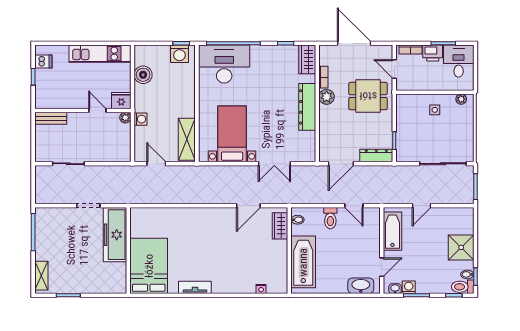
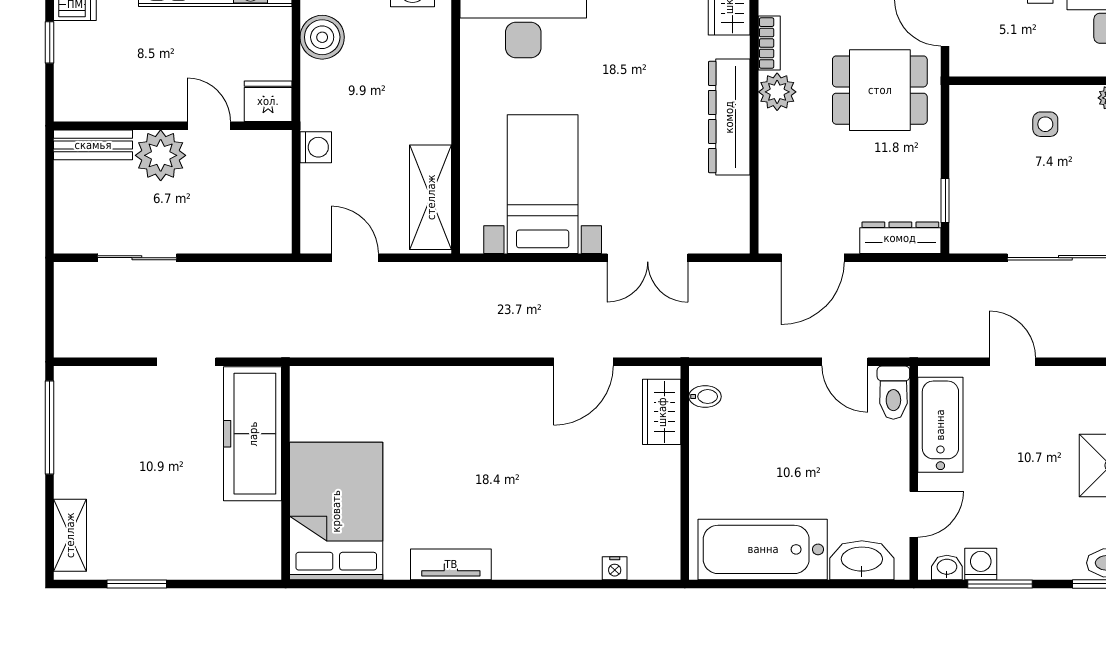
plant: (125, 118) -> (161, 155), moved, width x1.88, depth x1.88
door: (421, 206) -> (1012, 362), swing flipped
toilet: (330, 218) -> (893, 393), moved
bathtub: (303, 262) -> (763, 549), moved, turned -90

